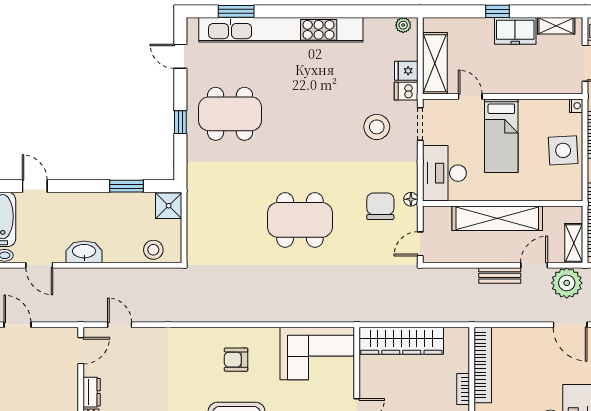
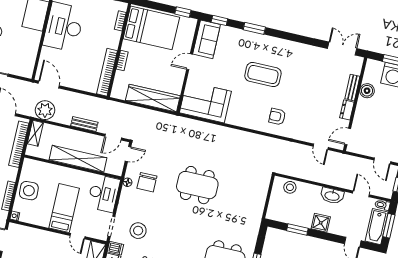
shower: (169, 206) -> (321, 223), moved
door: (534, 265) -> (113, 137), moved
armchair: (236, 360) -> (277, 117), moved, turned 180

